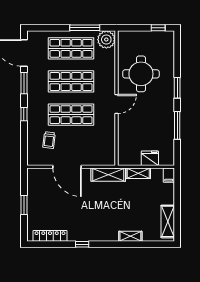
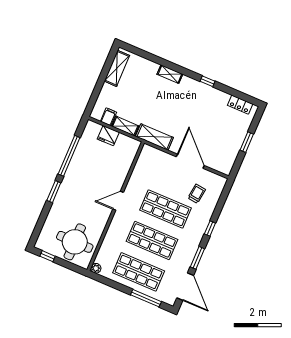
window: (85, 28) -> (146, 298), moved
plant: (106, 40) -> (96, 268), width x0.53, depth x0.53
round table: (141, 74) -> (75, 242), moved
window: (177, 125) -> (69, 156), width x1.46
filing cabinet: (169, 175) -> (108, 117), moved
locker: (50, 236) -> (240, 105), width x0.66
shelving: (130, 236) -> (170, 74), moved

